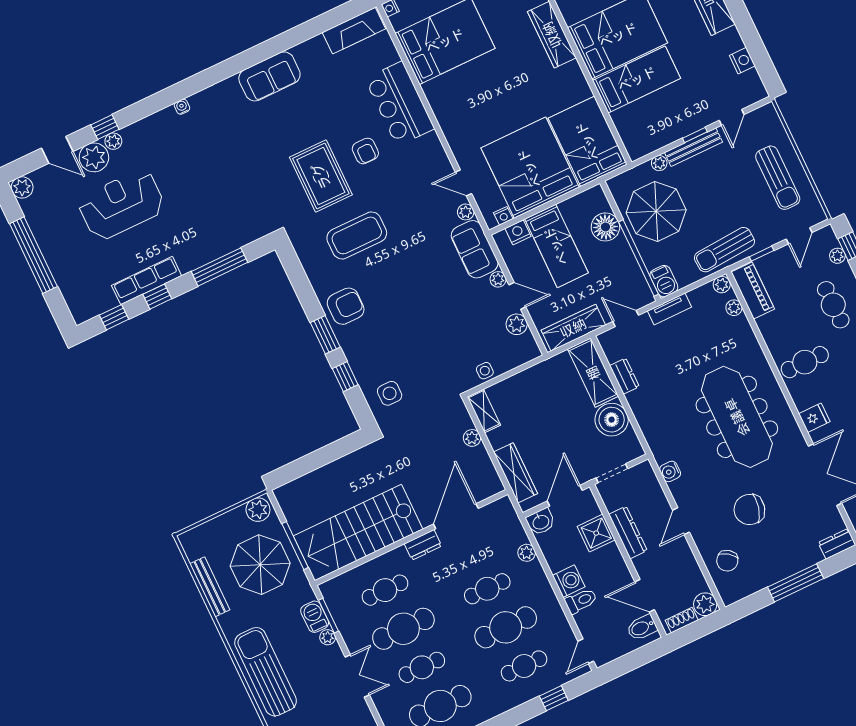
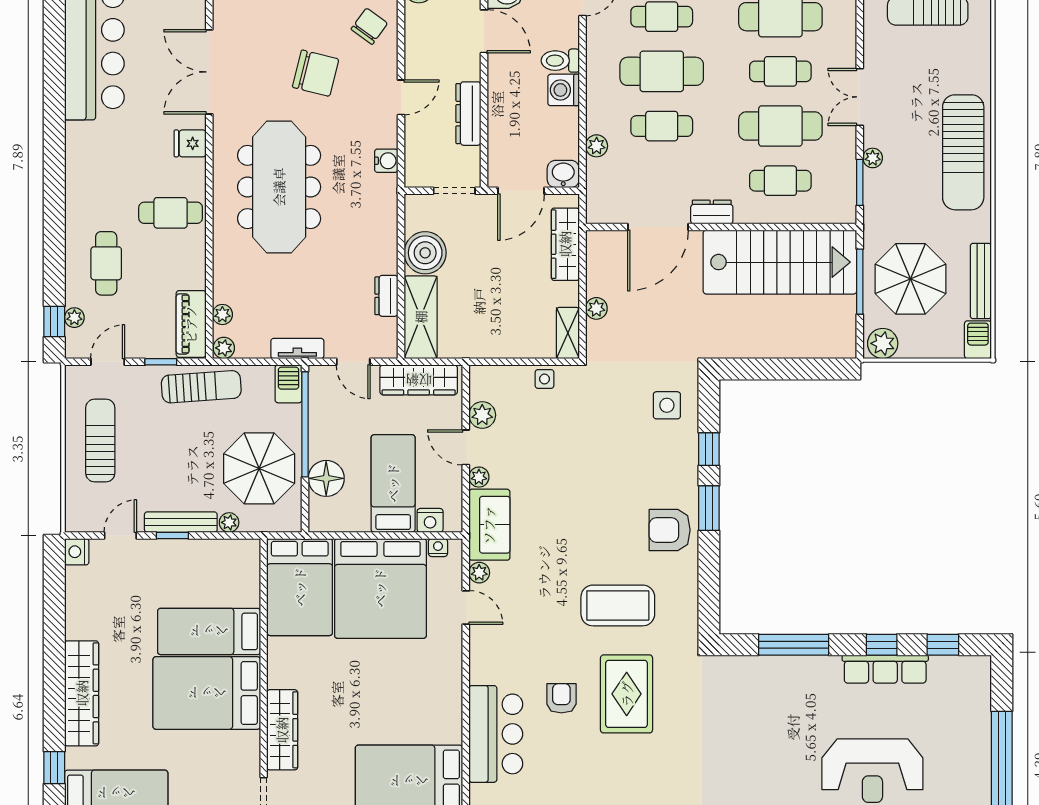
nightstand: (742, 61) -> (77, 552), moved
shower: (596, 533) -> (505, 130), removed
barbecue: (315, 617) -> (978, 340), moved, turned 180

